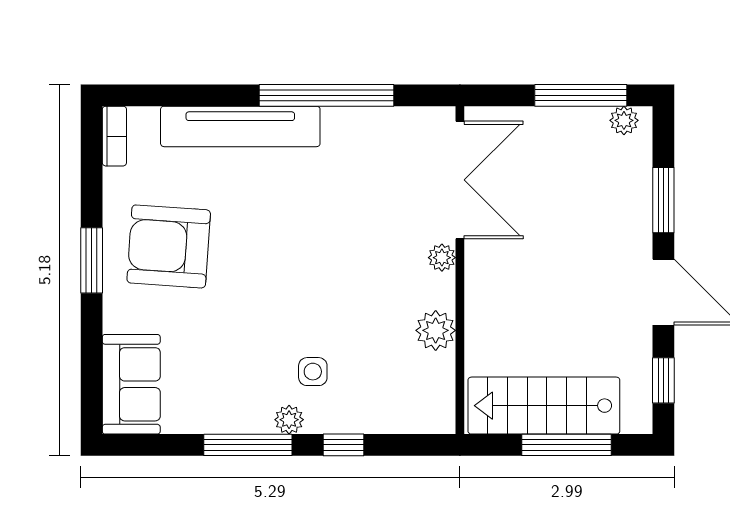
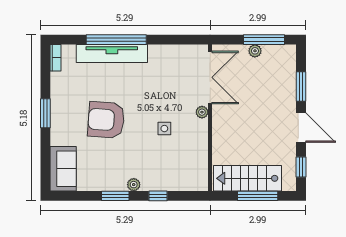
window: (326, 95) -> (116, 40), moved
plant: (624, 120) -> (255, 51), moved
armchair: (169, 246) -> (106, 120), moved
plant: (436, 330) -> (199, 145), removed
side table: (313, 372) -> (164, 129), moved
window: (248, 445) -> (115, 196), width x0.69

